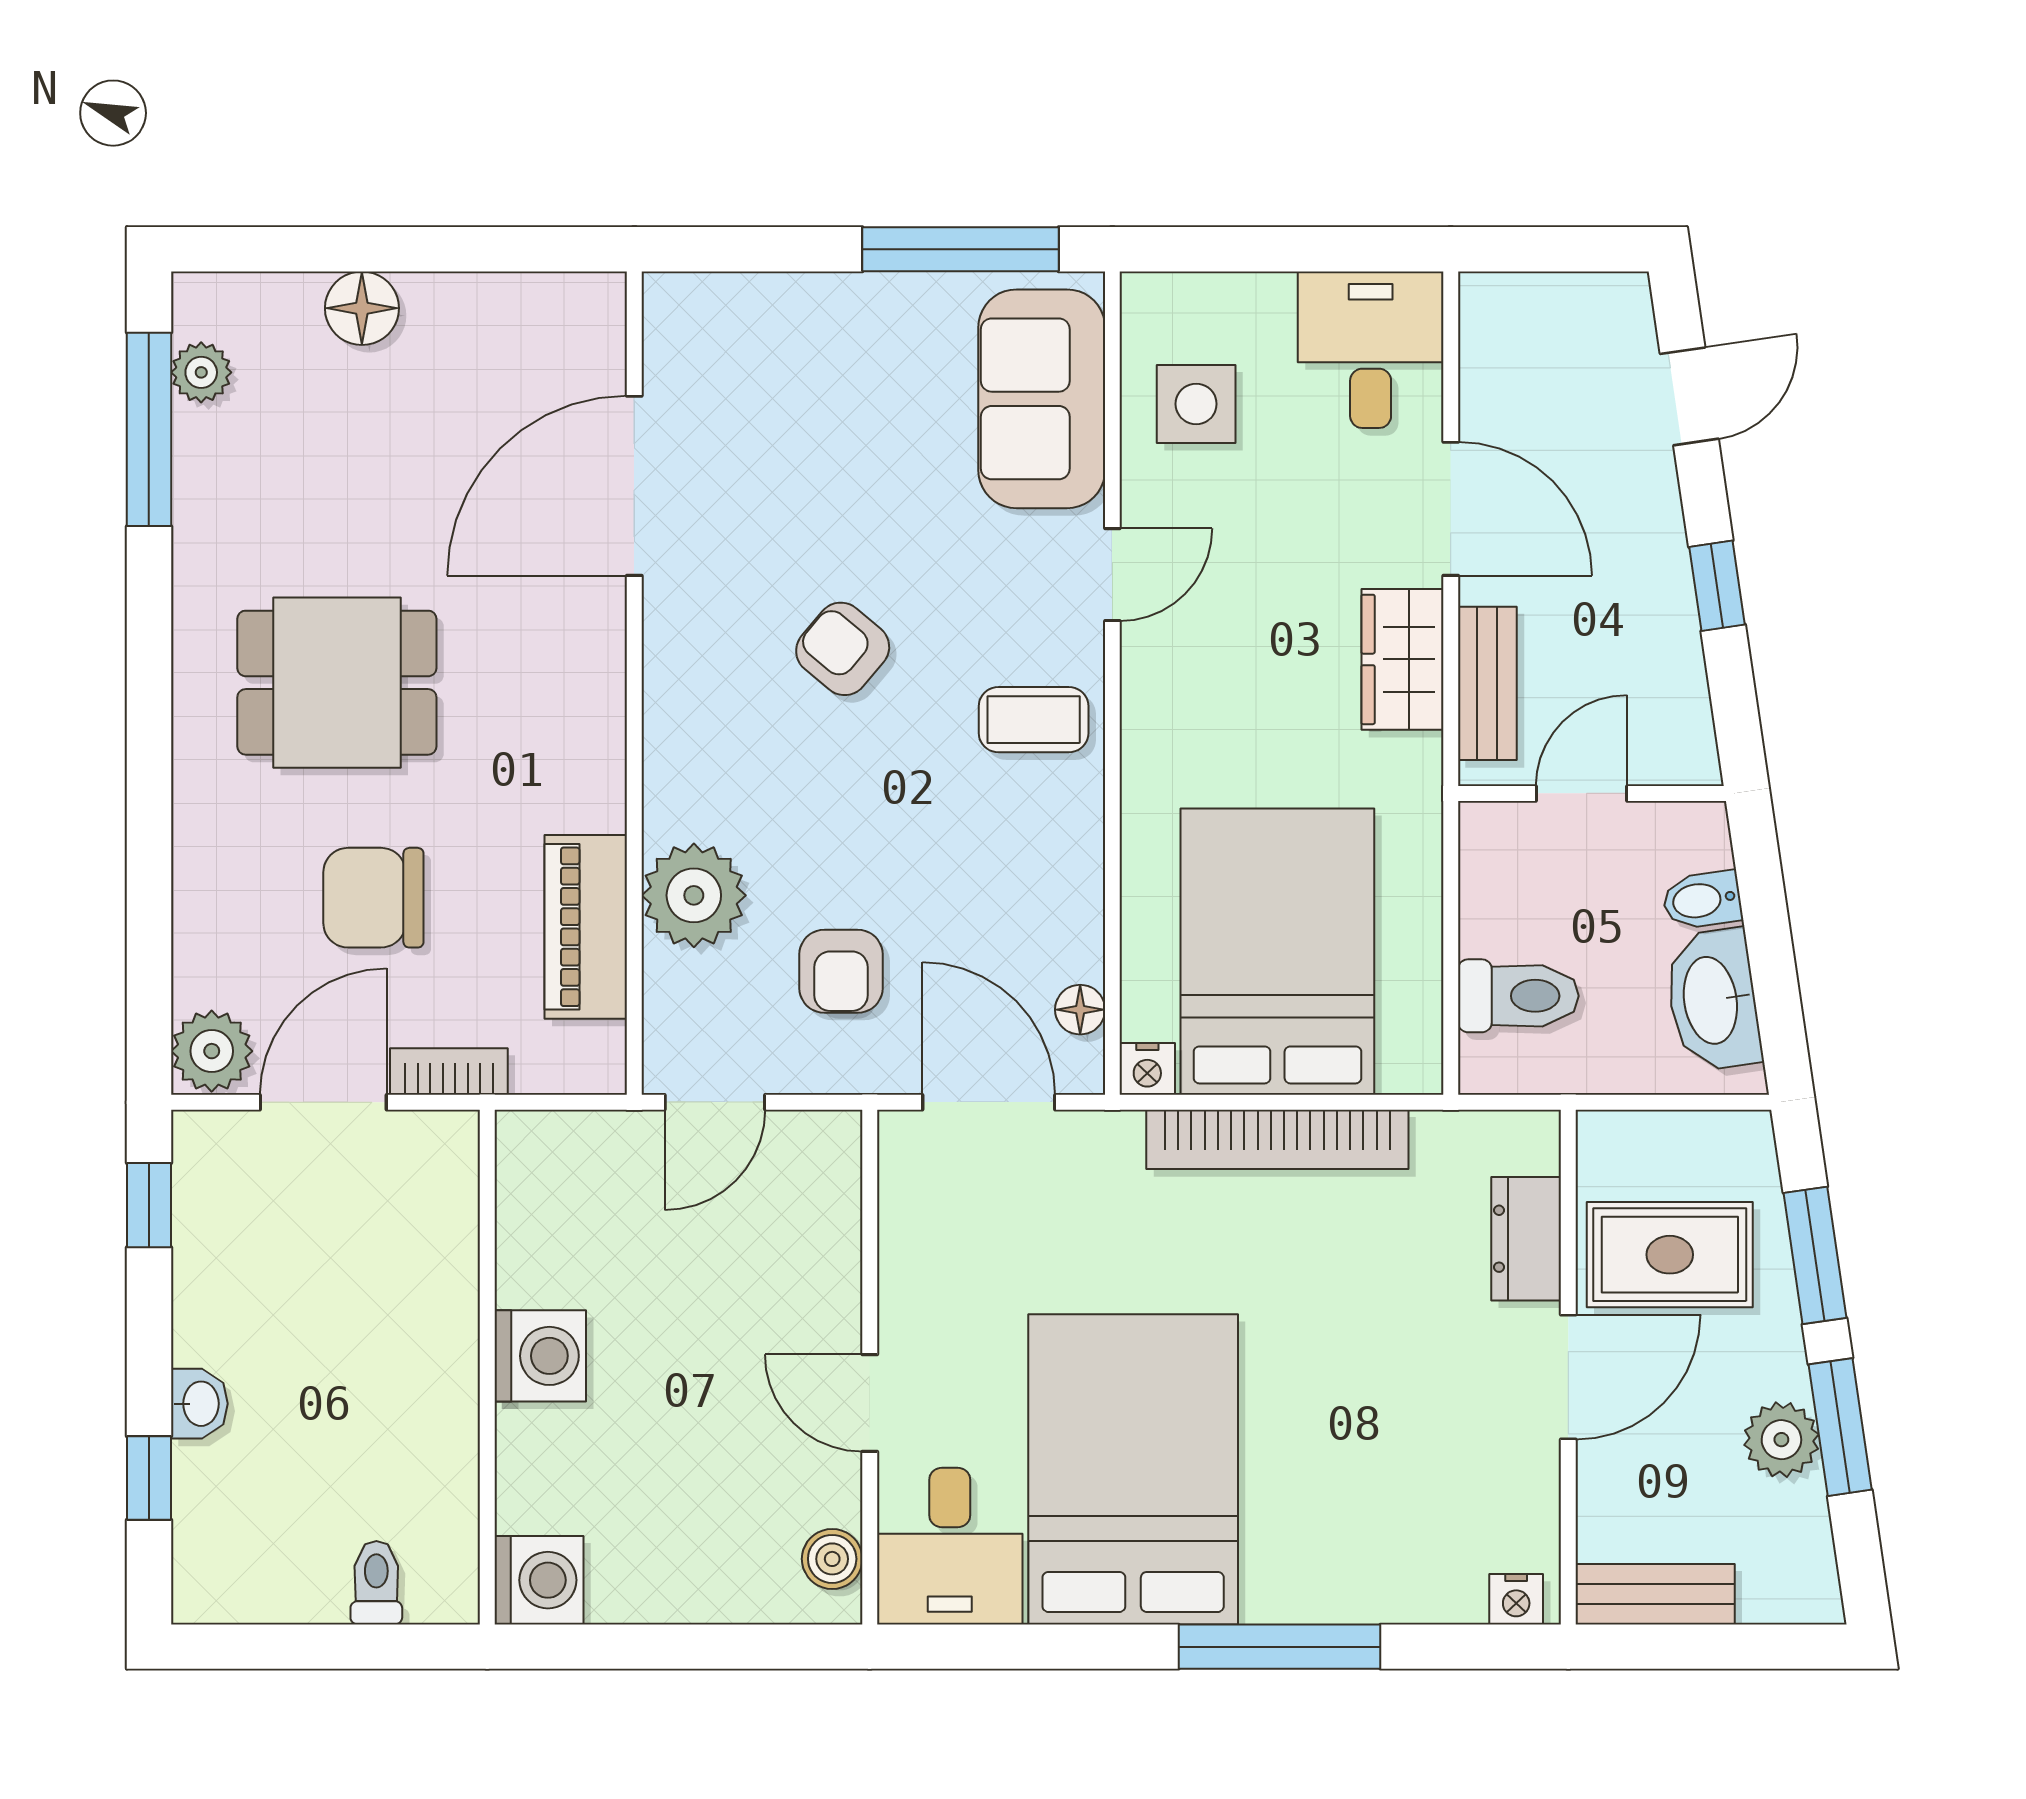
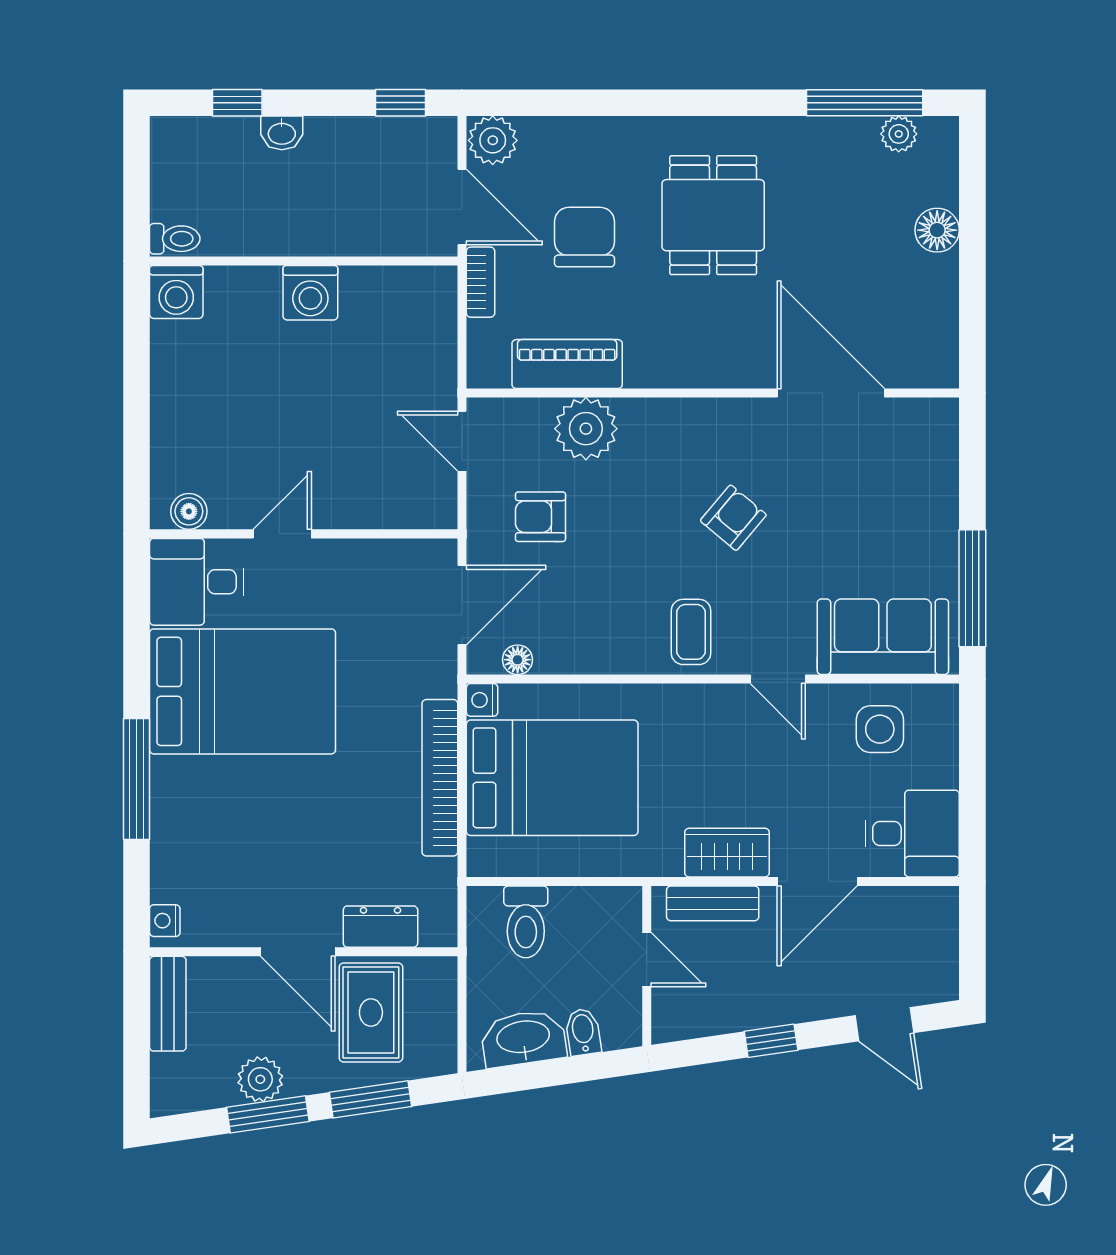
washing machine: (540, 1356) -> (310, 293), moved
wall: (487, 1367) -> (304, 261), moved
washing machine: (539, 1580) -> (176, 292), moved

